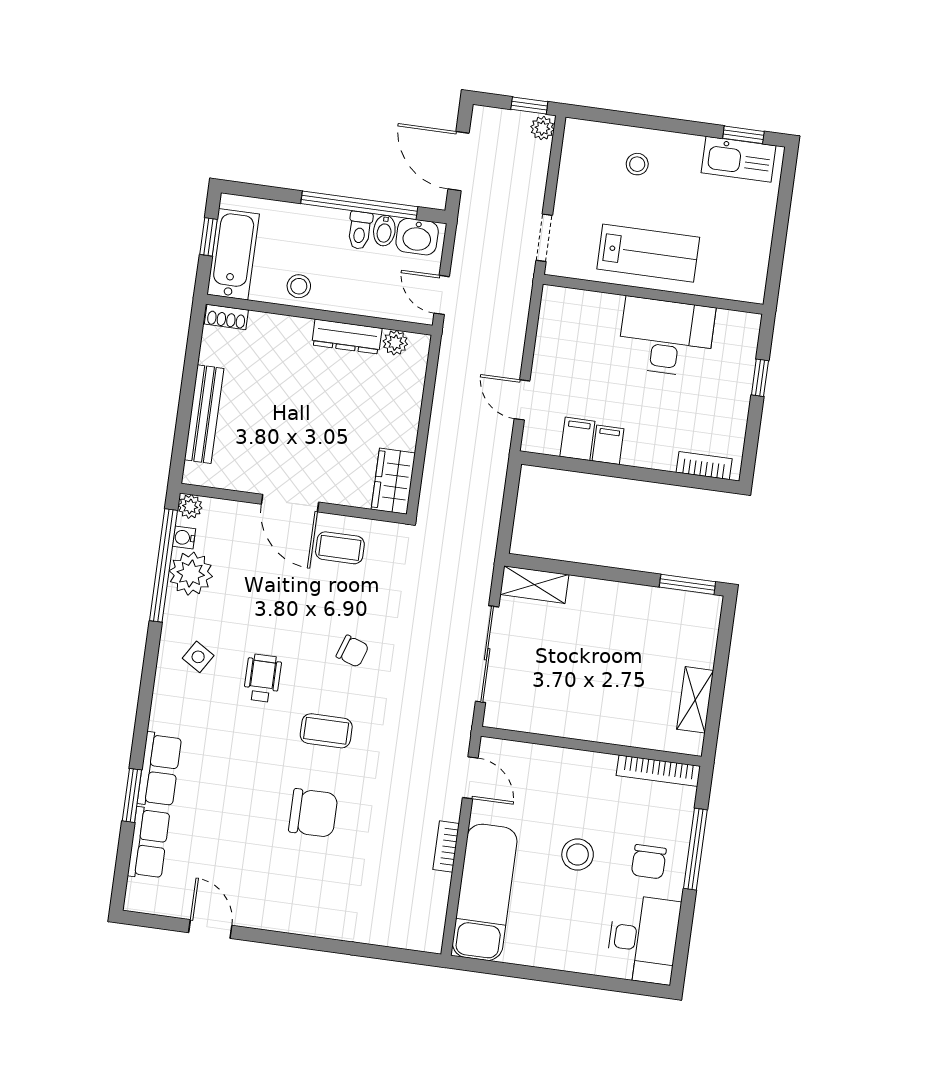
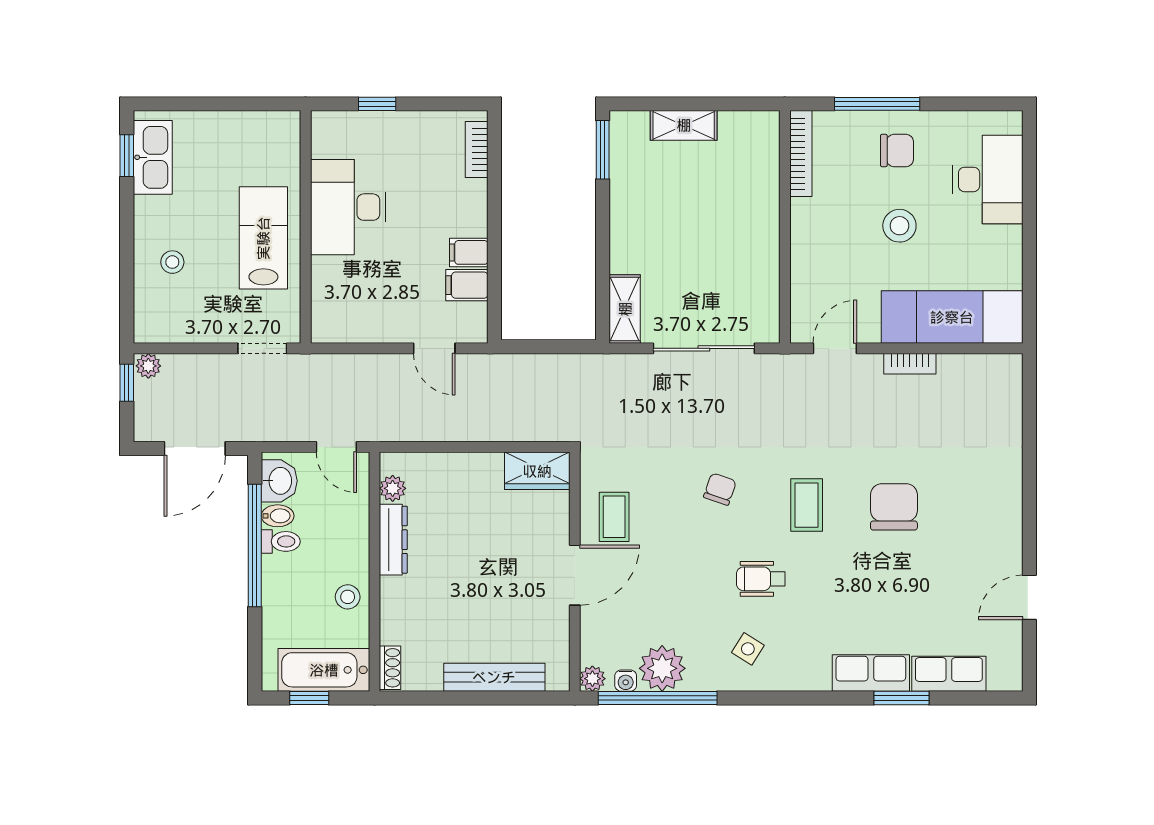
door: (442, 295) -> (336, 447), hinge flipped
door: (522, 400) -> (434, 348), hinge flipped
shelving: (695, 700) -> (684, 125), moved
desk: (643, 939) -> (988, 179), moved, turned 90

